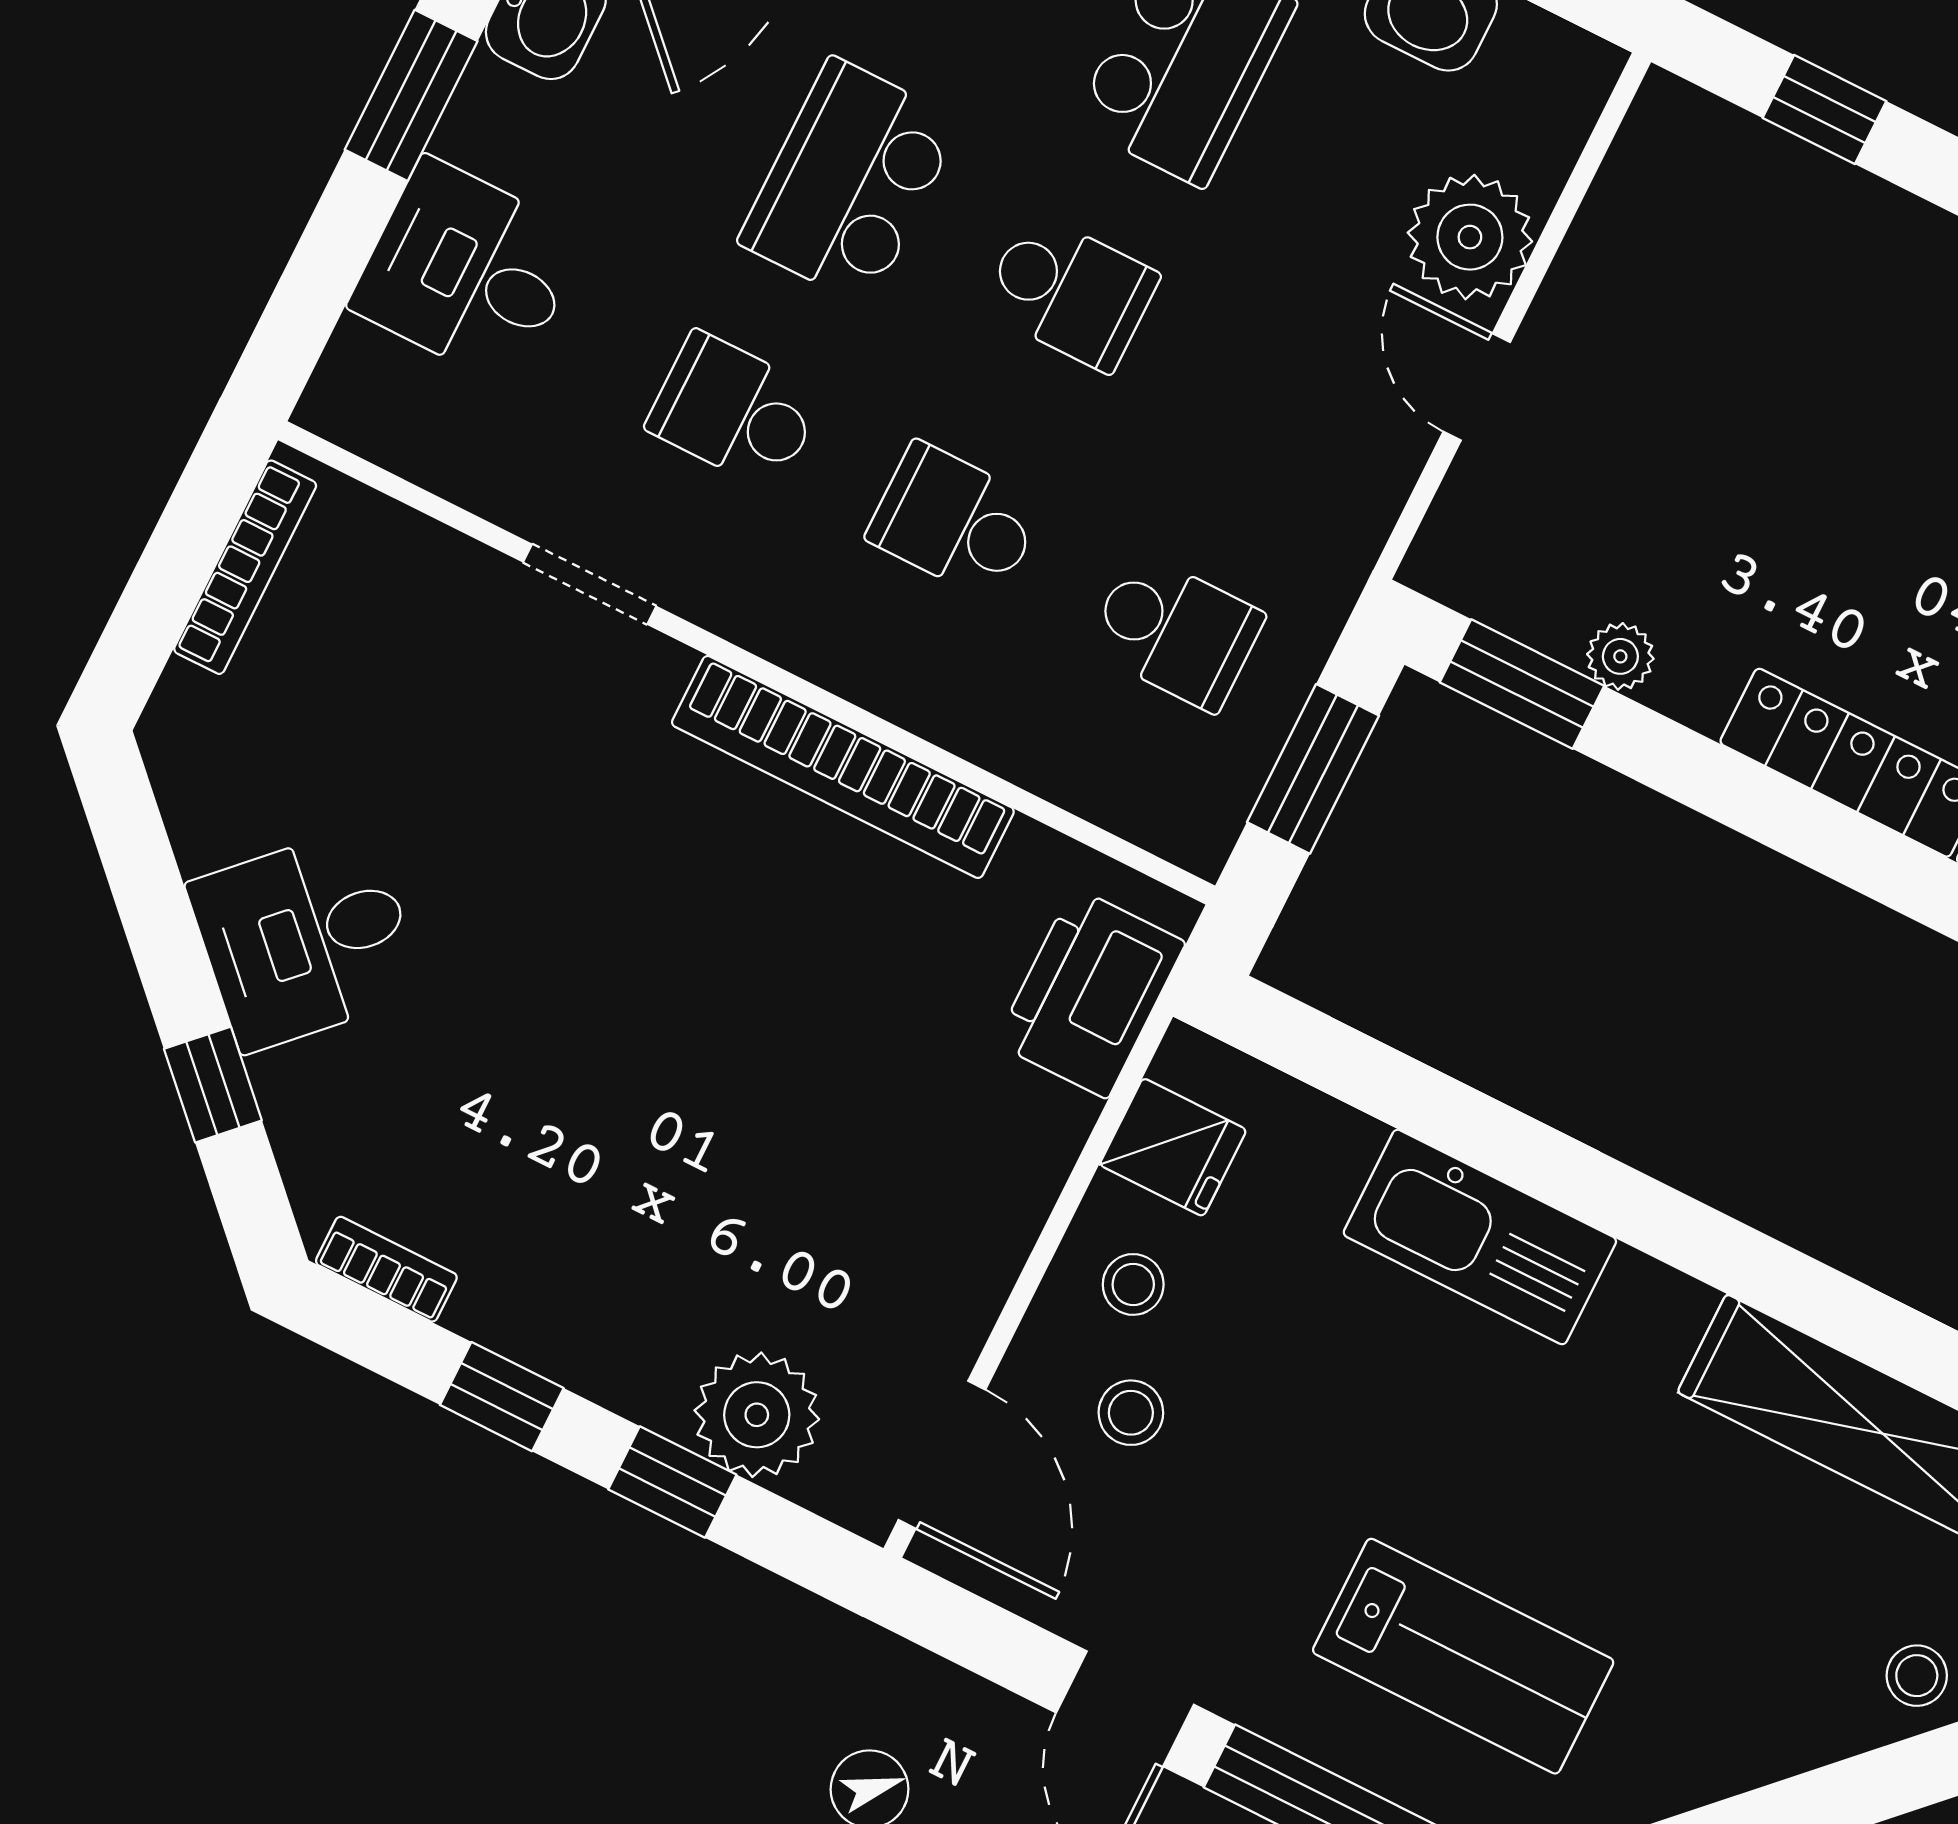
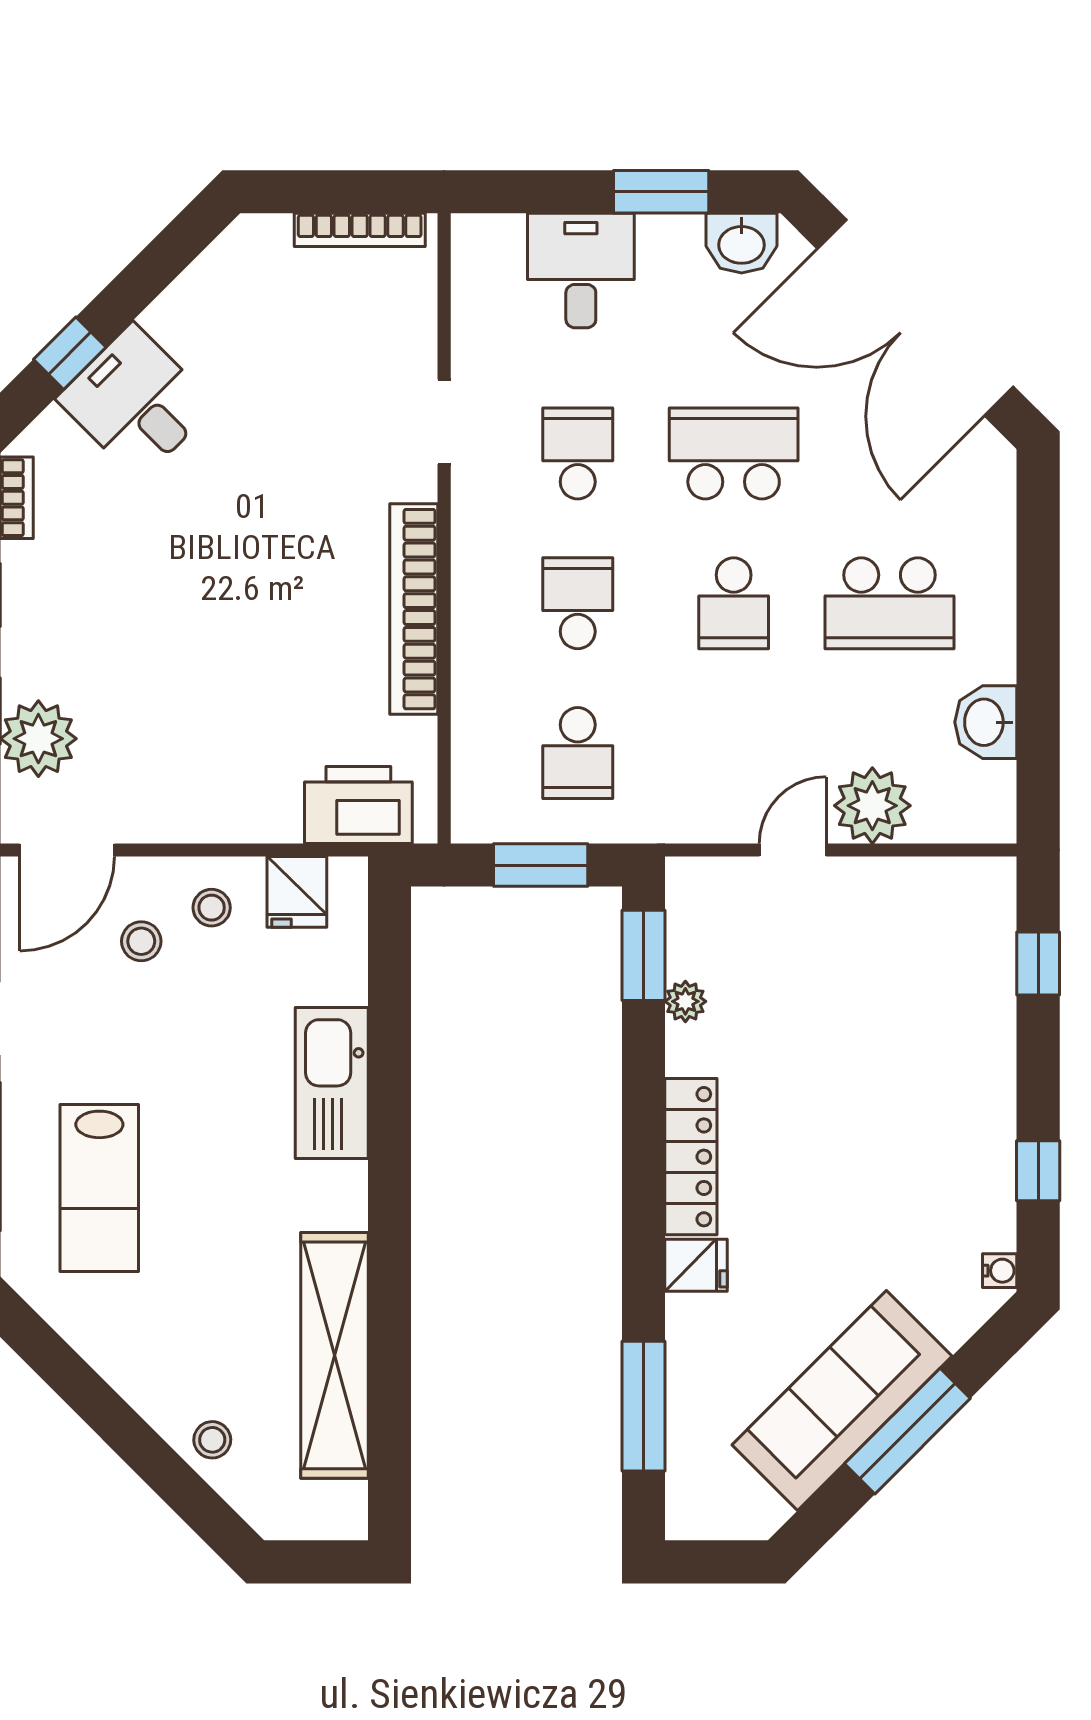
desk: (306, 939) -> (136, 402), moved

